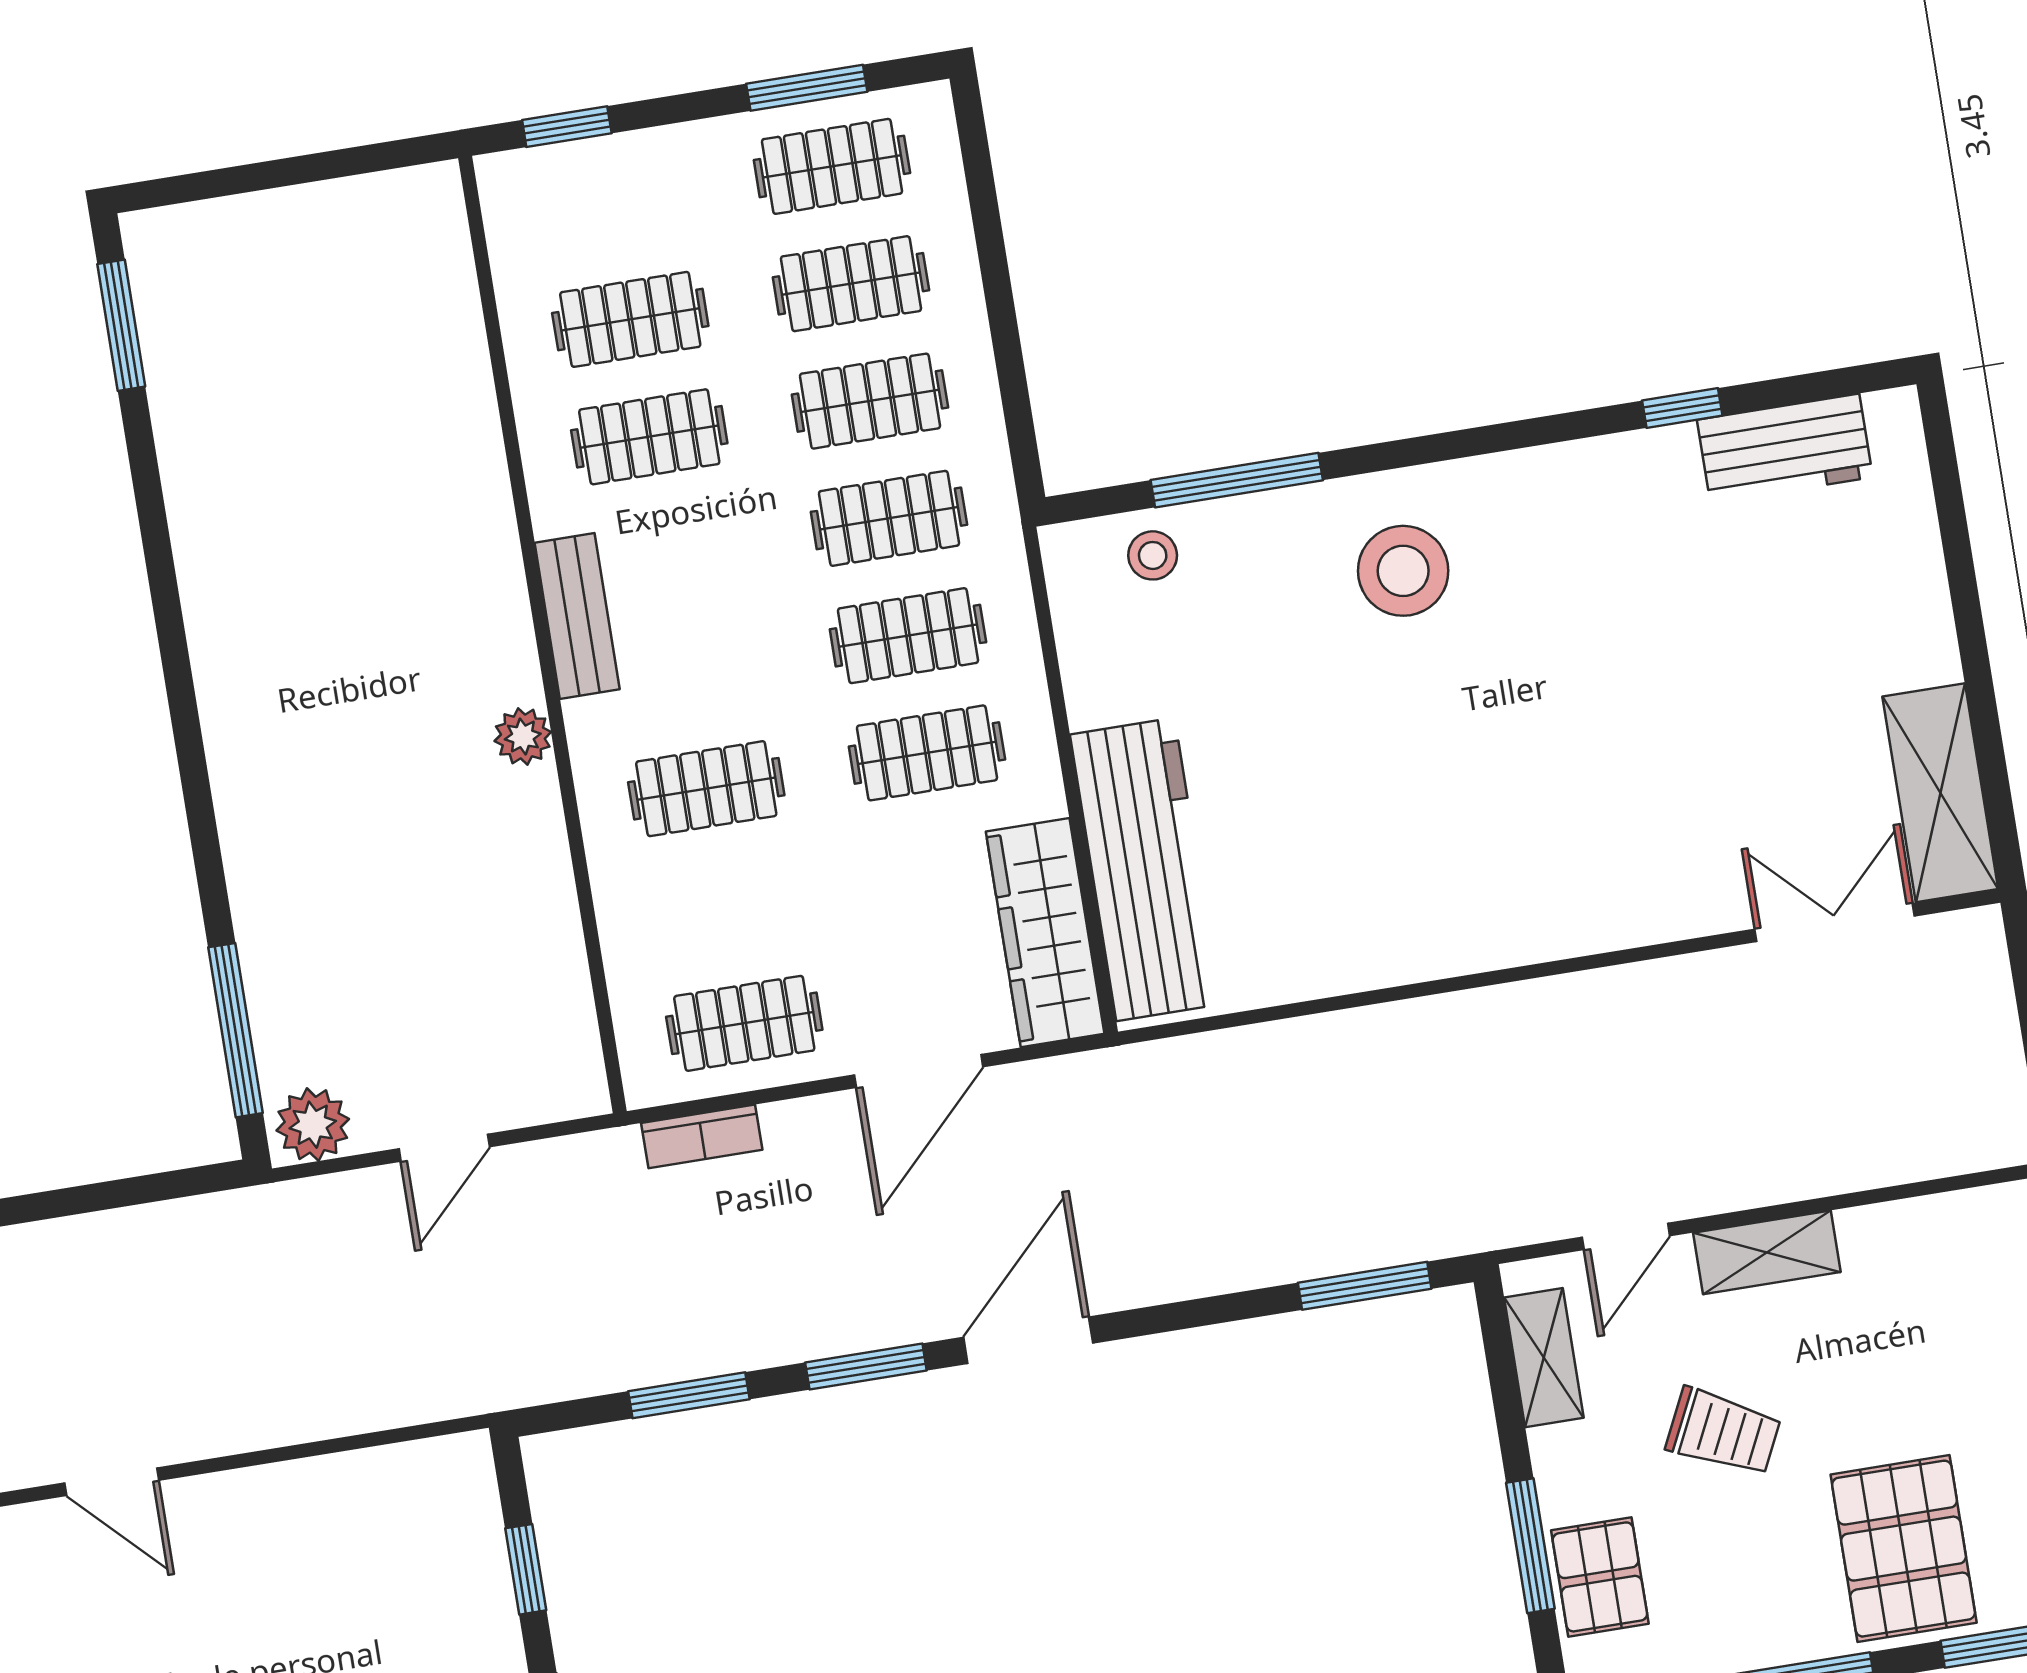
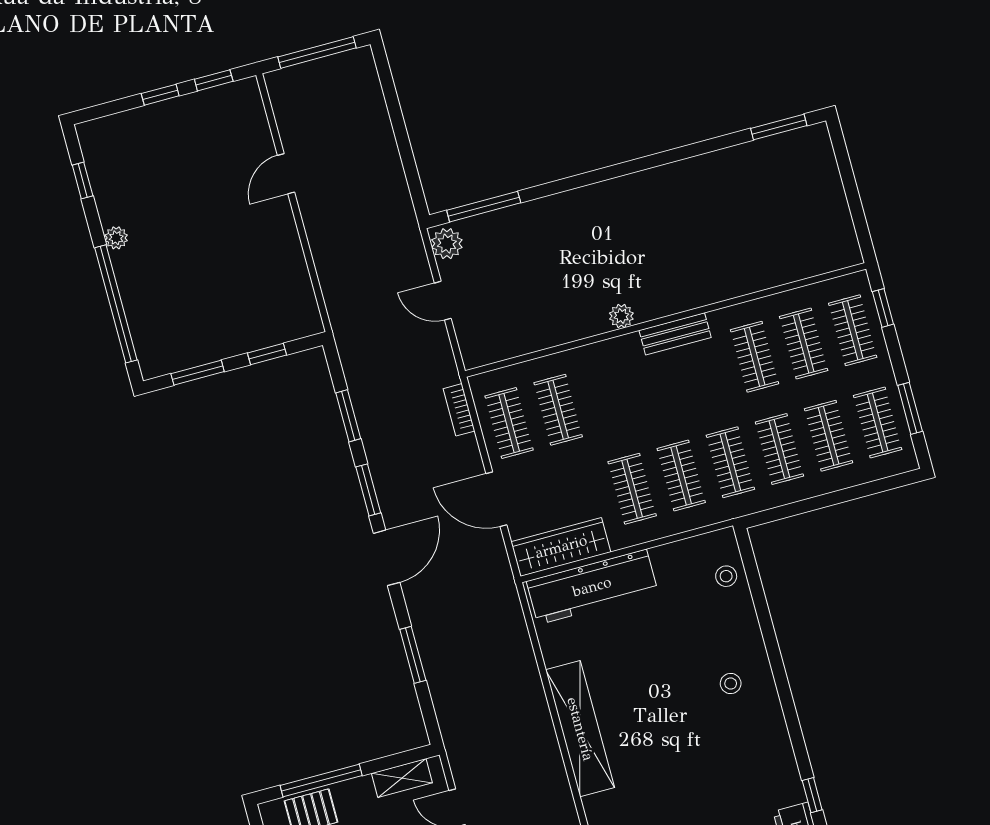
clothes rail: (611, 202) -> (853, 330), added
window: (1237, 480) -> (762, 609), removed
stool: (1403, 571) -> (731, 683), width x0.53, depth x0.53
clothes rail: (706, 789) -> (558, 410), moved
shelving: (1472, 932) -> (580, 729), added
window: (1365, 1286) -> (413, 655), moved
door: (1028, 1340) -> (387, 558), hinge flipped
window: (1530, 1546) -> (321, 781), width x1.44

